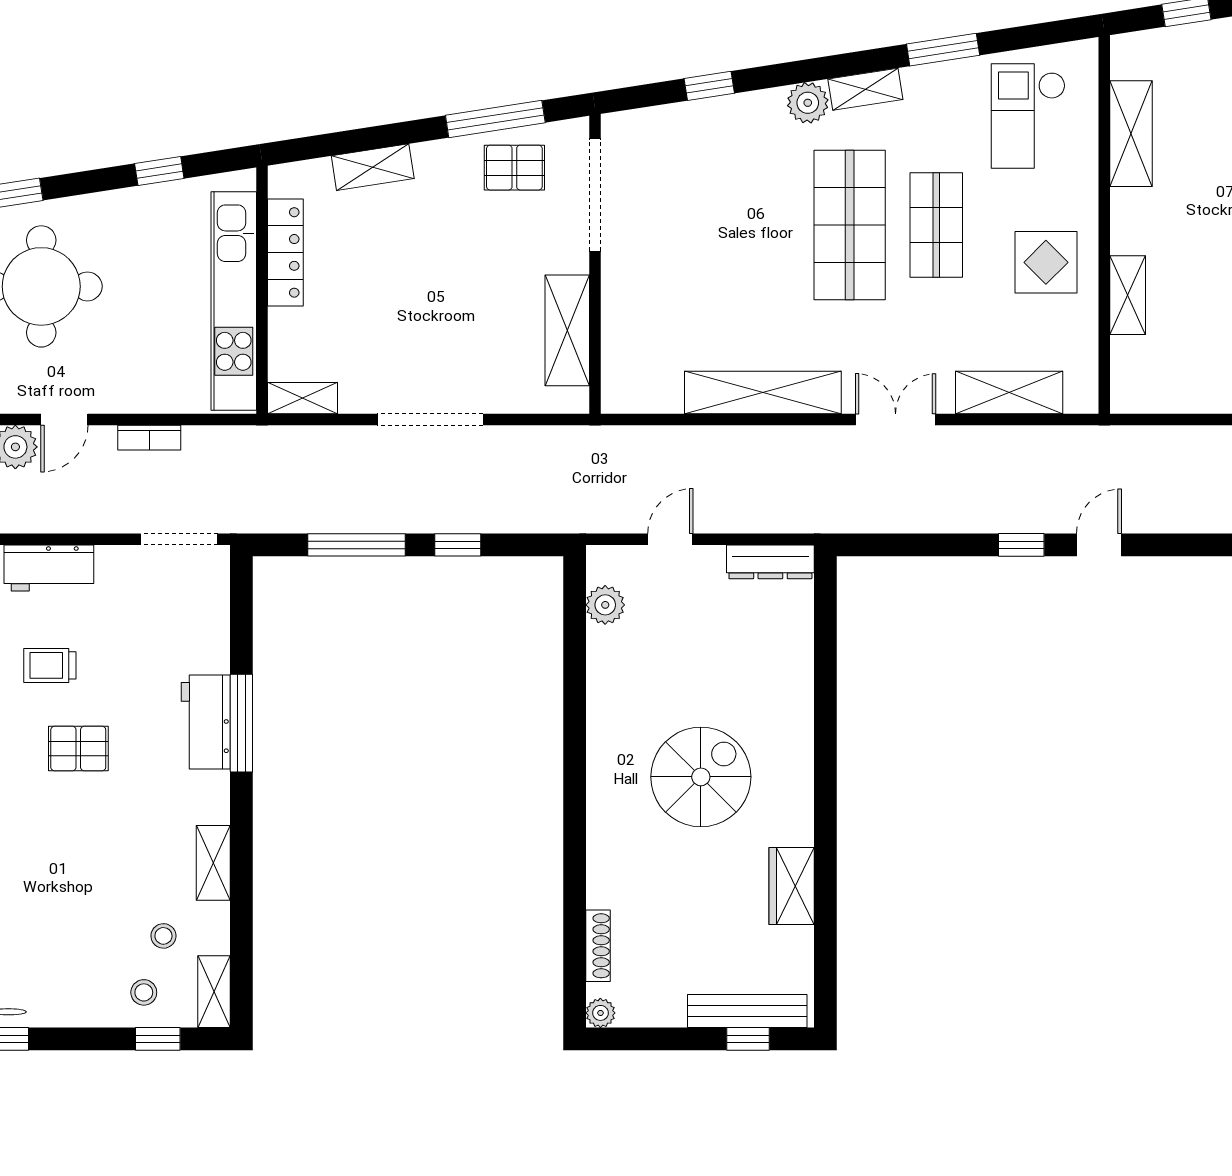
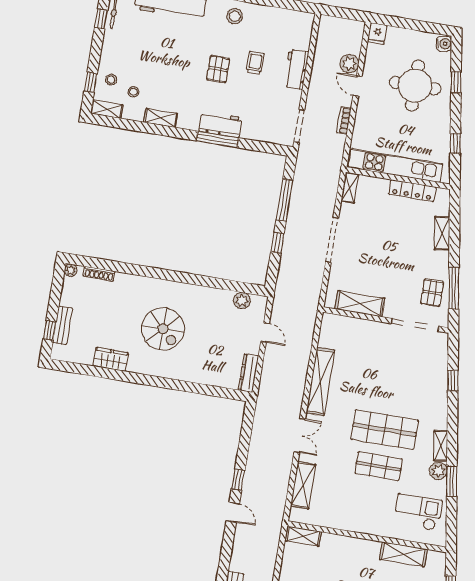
plant: (808, 103) -> (438, 471), moved
display table: (1046, 262) -> (355, 510), removed
shelving: (1128, 295) -> (303, 536), moved
bench: (747, 1011) -> (62, 325), width x0.73

